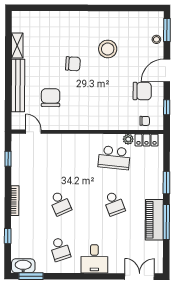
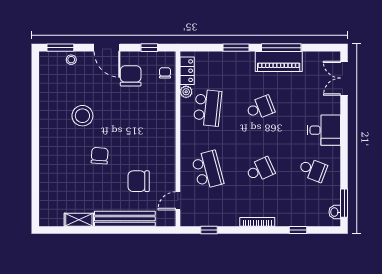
school desk: (60, 158) -> (208, 170), added
school desk: (60, 249) -> (313, 170), turned 39
washbasin: (23, 266) -> (335, 212), width x0.52, depth x0.69

